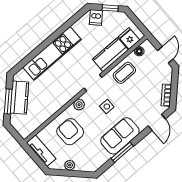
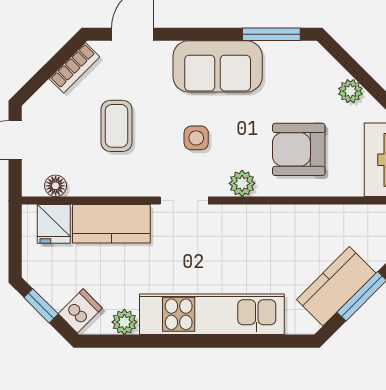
plant: (78, 26) -> (124, 322), added
coffee table: (124, 73) -> (116, 126), moved, turned 90
armchair: (70, 132) -> (299, 149), turned 90
window: (122, 152) -> (271, 34), moved

